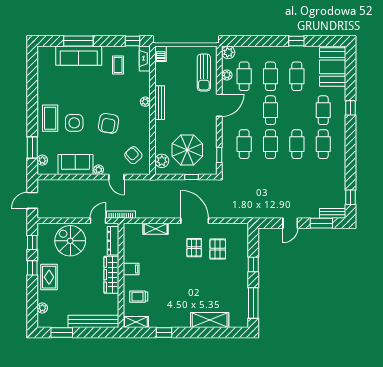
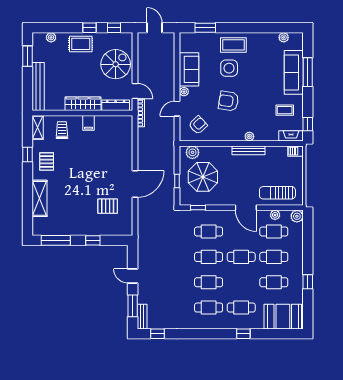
plant: (42, 160) -> (284, 37), moved
shelving: (156, 229) -> (127, 146), removed
pallet: (194, 248) -> (47, 161), moved, turned 90

